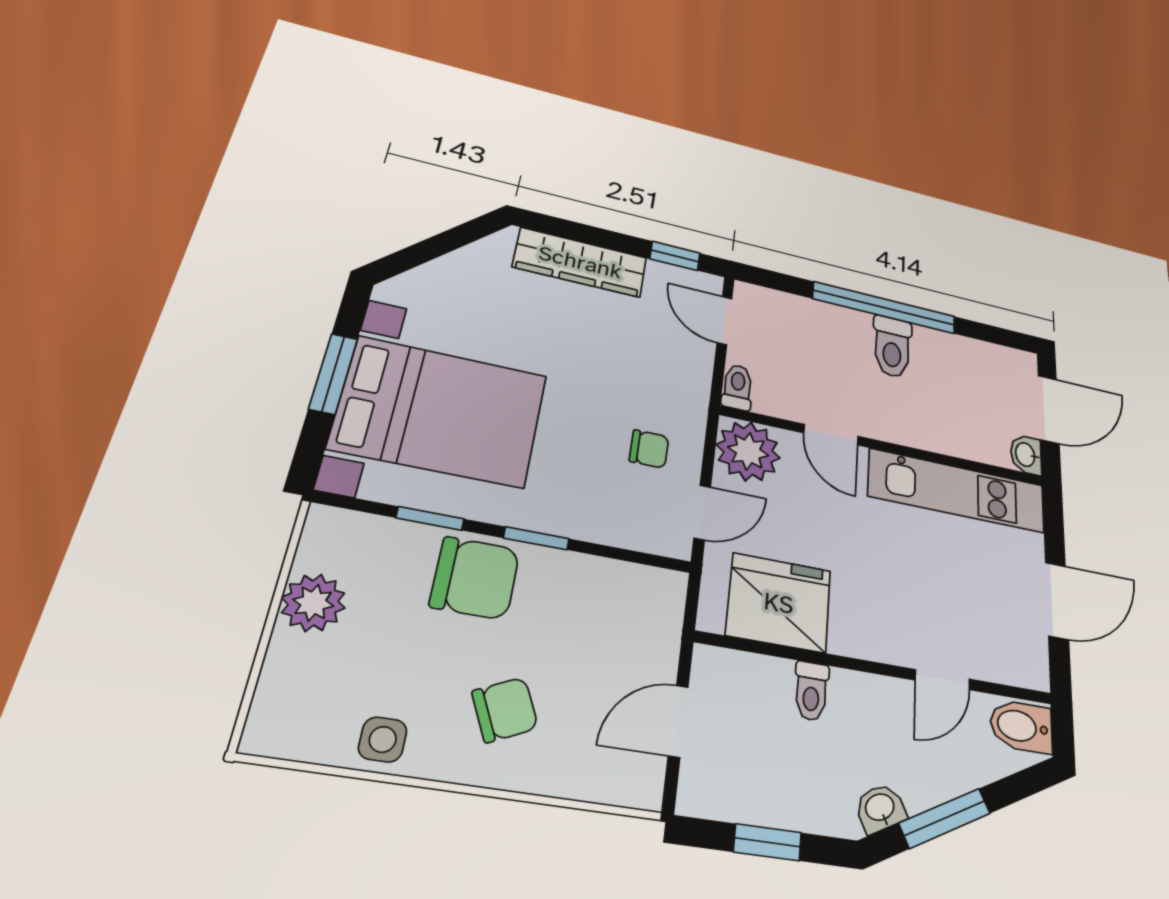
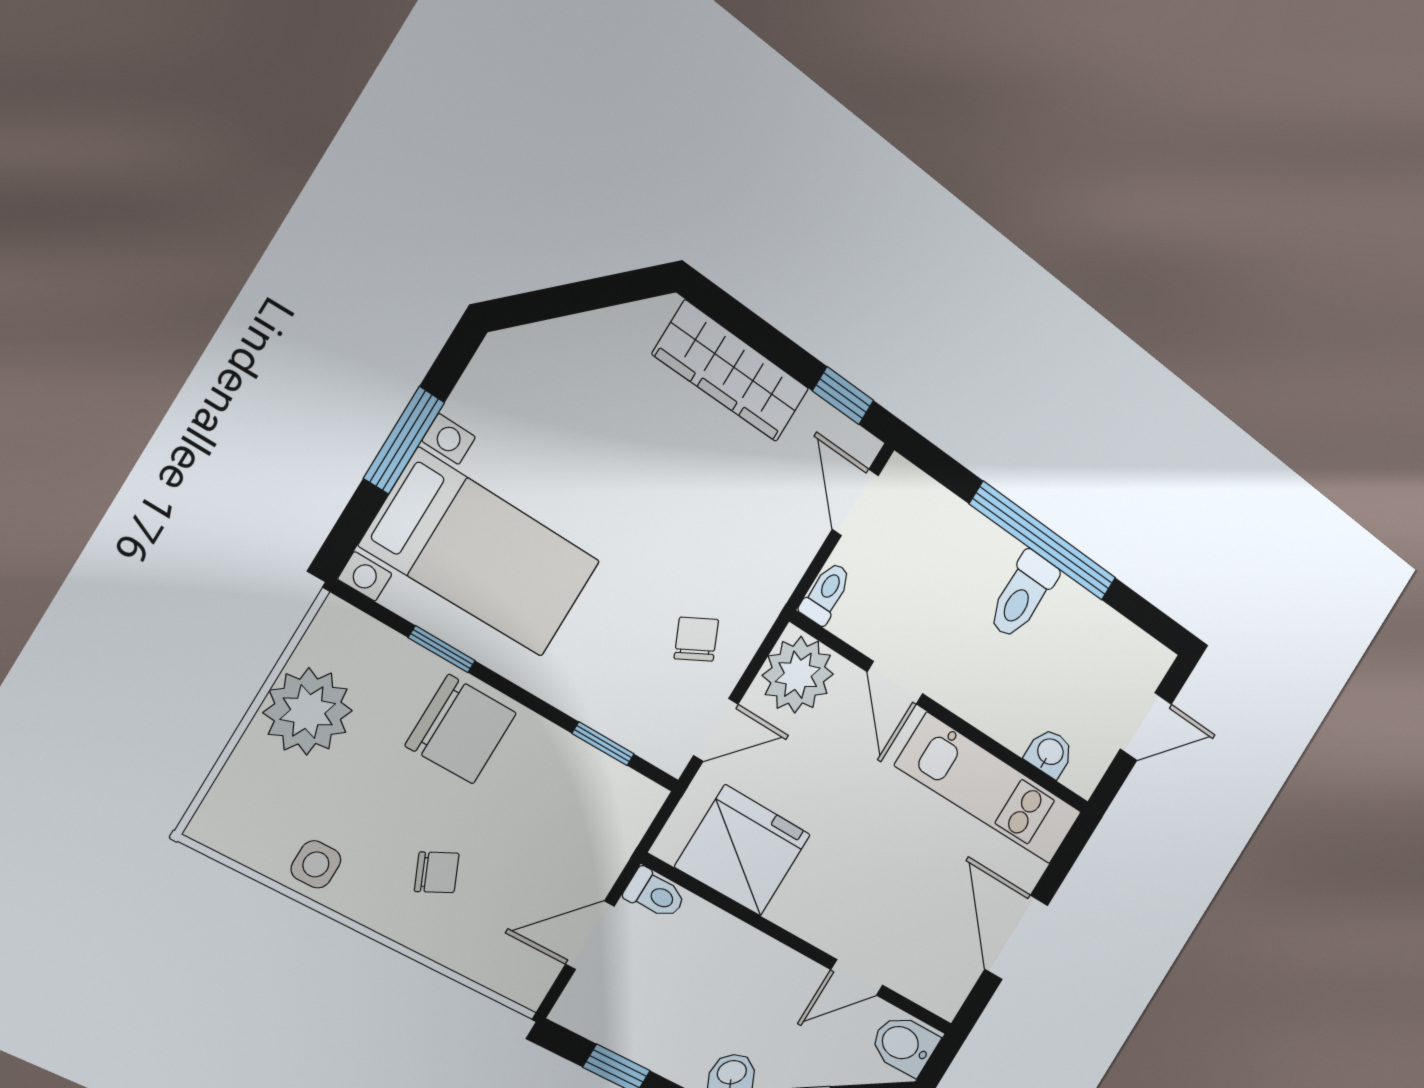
door: (1049, 409) -> (1146, 727), width x0.73
bed with nightstands: (440, 411) -> (481, 554), width x0.73
chair: (649, 449) -> (696, 639), turned -116
washbasin: (1026, 455) -> (1050, 753), moved, turned 90
window: (536, 538) -> (603, 744), moved
door: (1057, 601) -> (1016, 937), swing flipped
plant: (313, 603) -> (308, 712), width x1.36, depth x1.36
toilet: (811, 691) -> (655, 894), moved, turned -90
chair: (505, 710) -> (437, 872), width x0.73, depth x0.73

